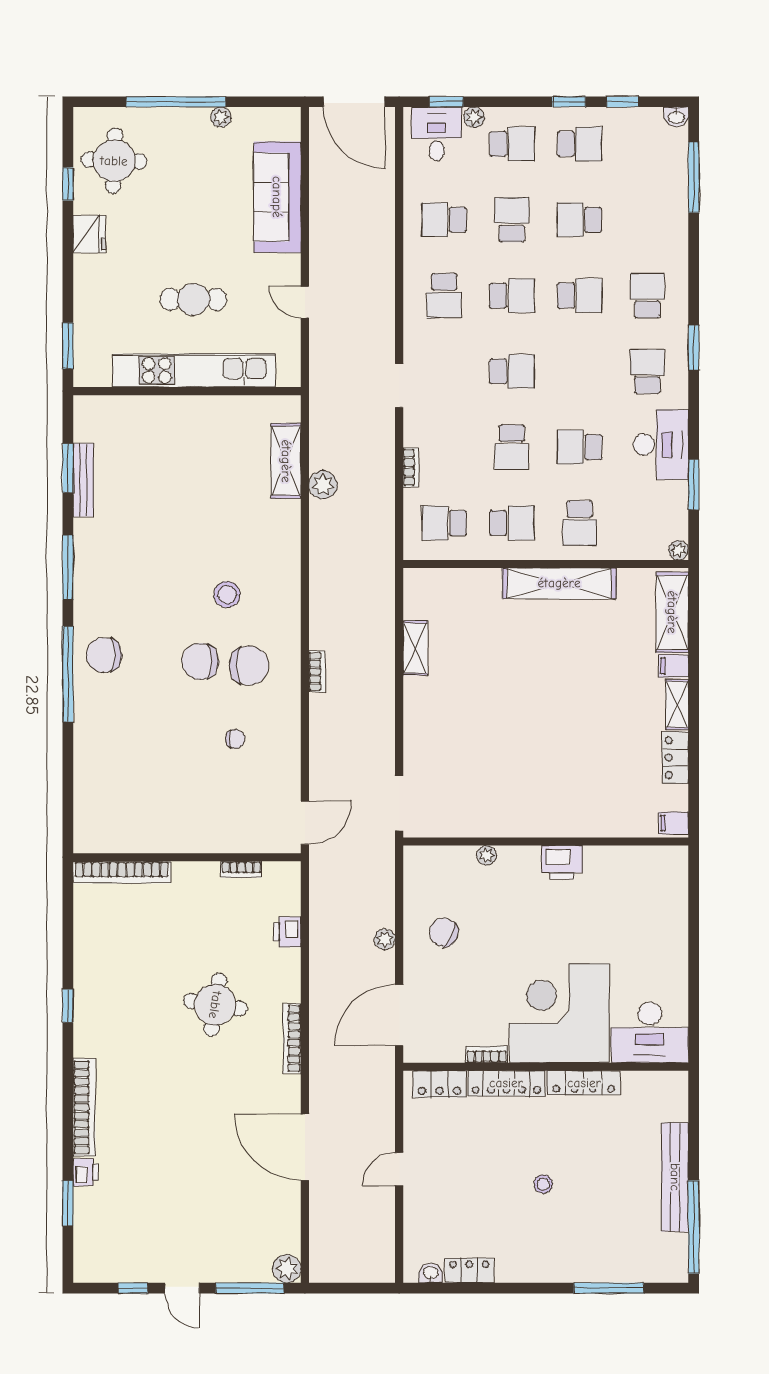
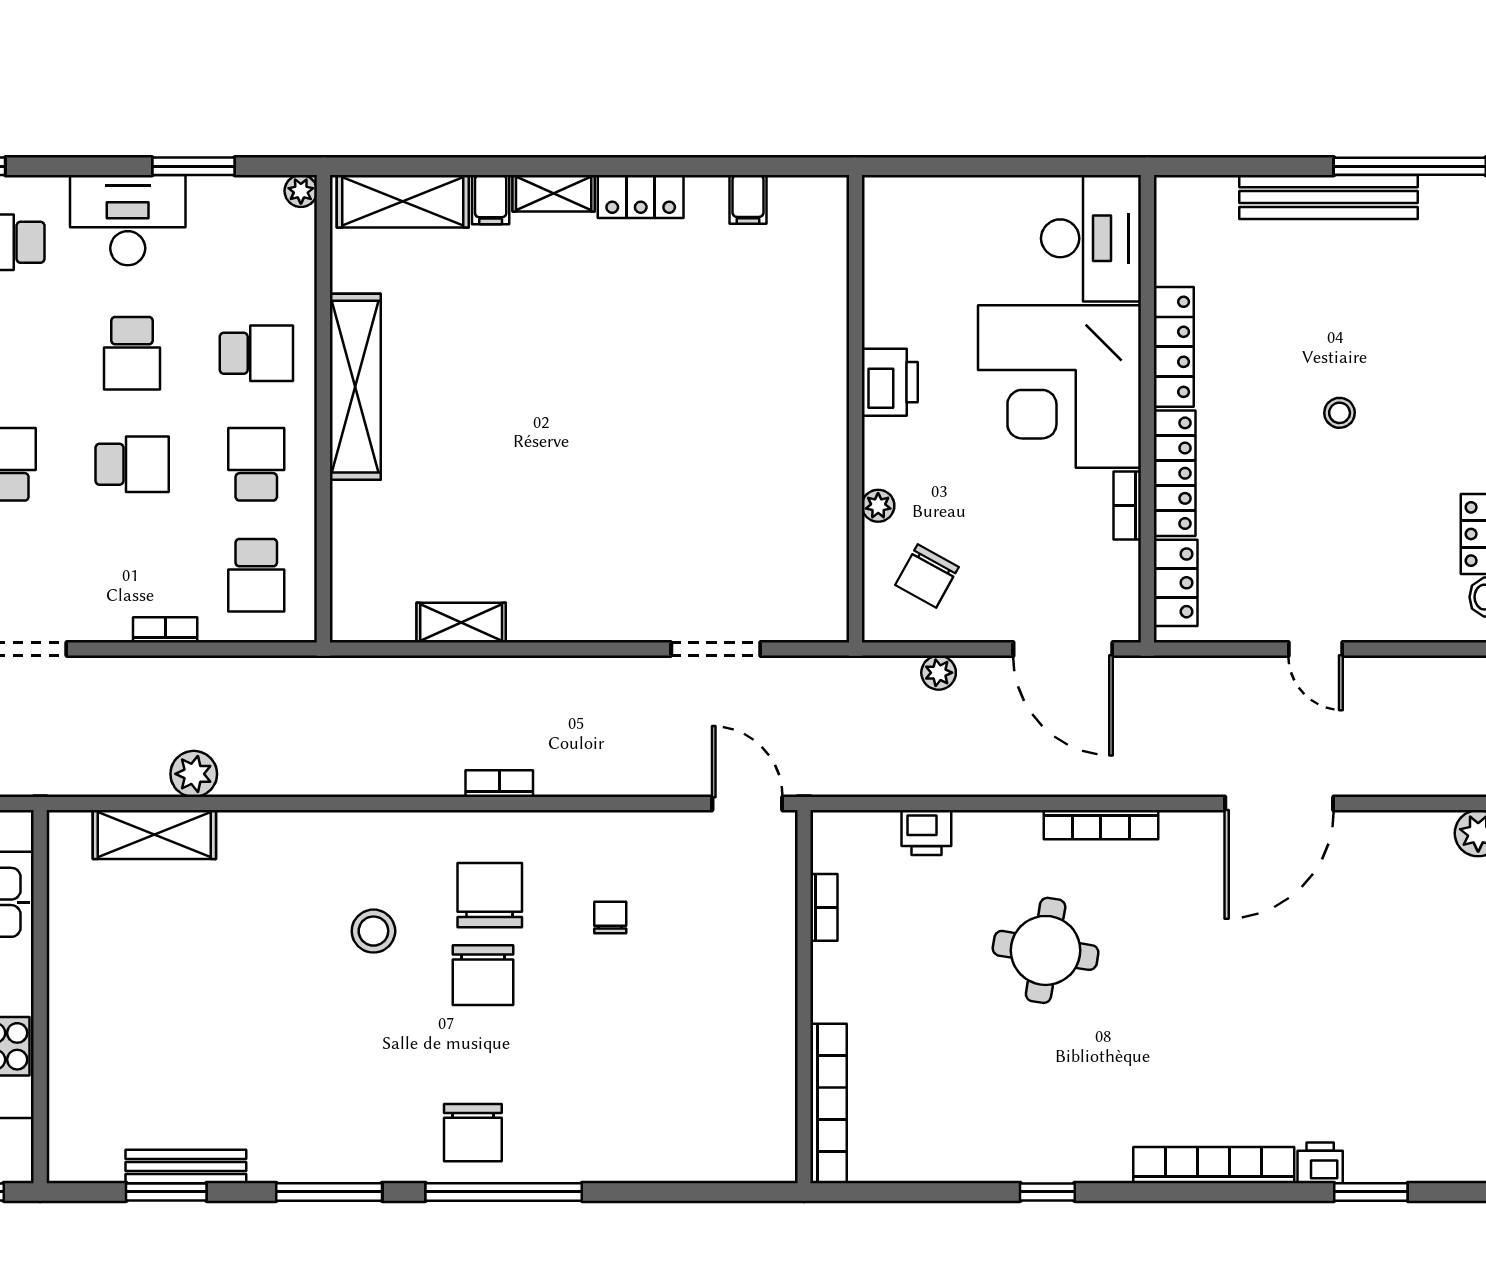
wall: (546, 842) -> (856, 409), moved
plant: (487, 855) -> (878, 506), moved
printer: (562, 862) -> (890, 382), moved

